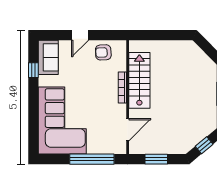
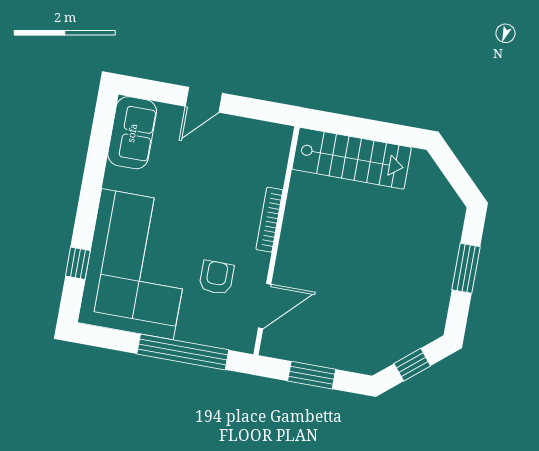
armchair: (103, 52) -> (216, 278), moved, turned 93
window: (33, 70) -> (78, 263), moved
stairs: (139, 80) -> (352, 158), moved, turned 90

